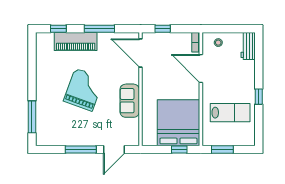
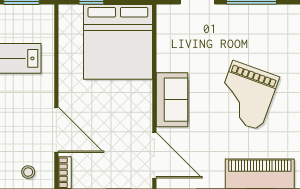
sofa: (130, 101) -> (172, 100), moved
bed: (178, 123) -> (118, 42), moved

